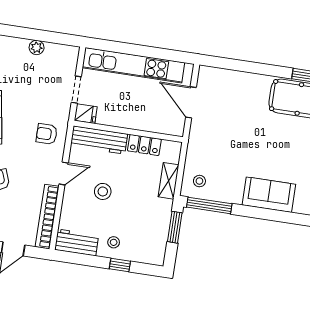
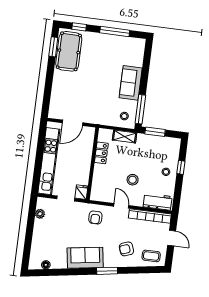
plant: (37, 47) -> (40, 214), moved
workbench: (99, 140) -> (99, 183), removed
sofa: (269, 195) -> (131, 83), moved
workbench: (77, 242) -> (158, 202), moved, turned 90

